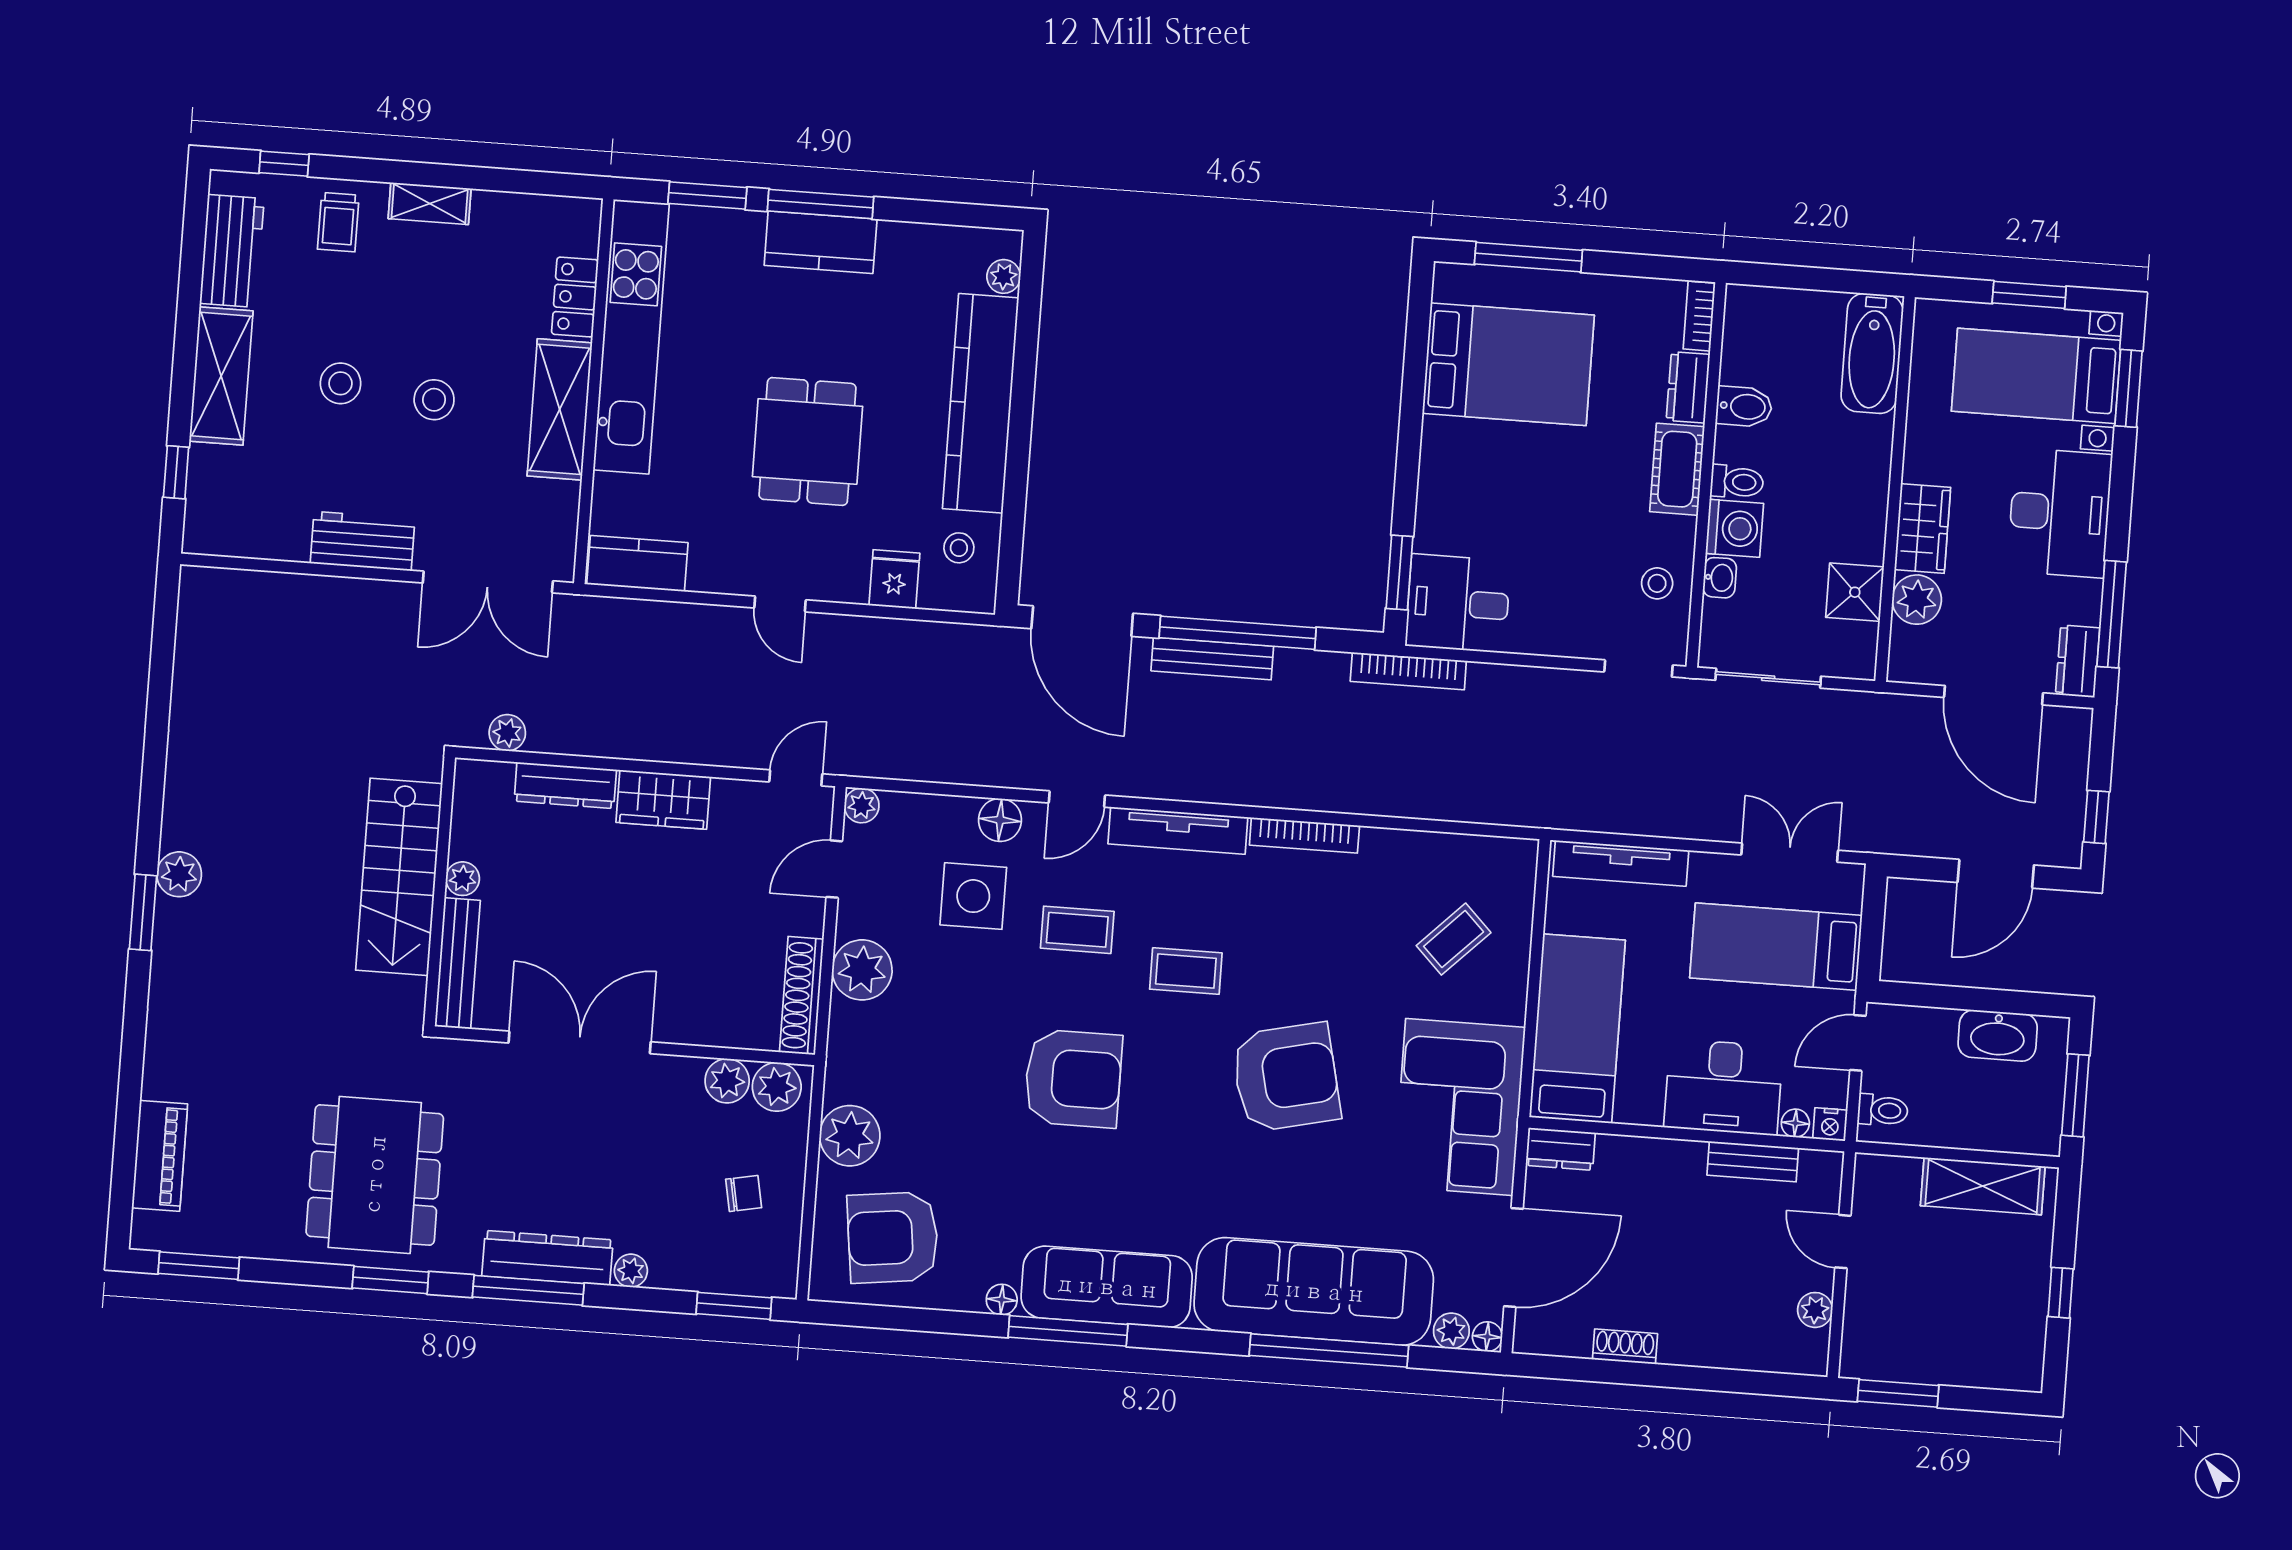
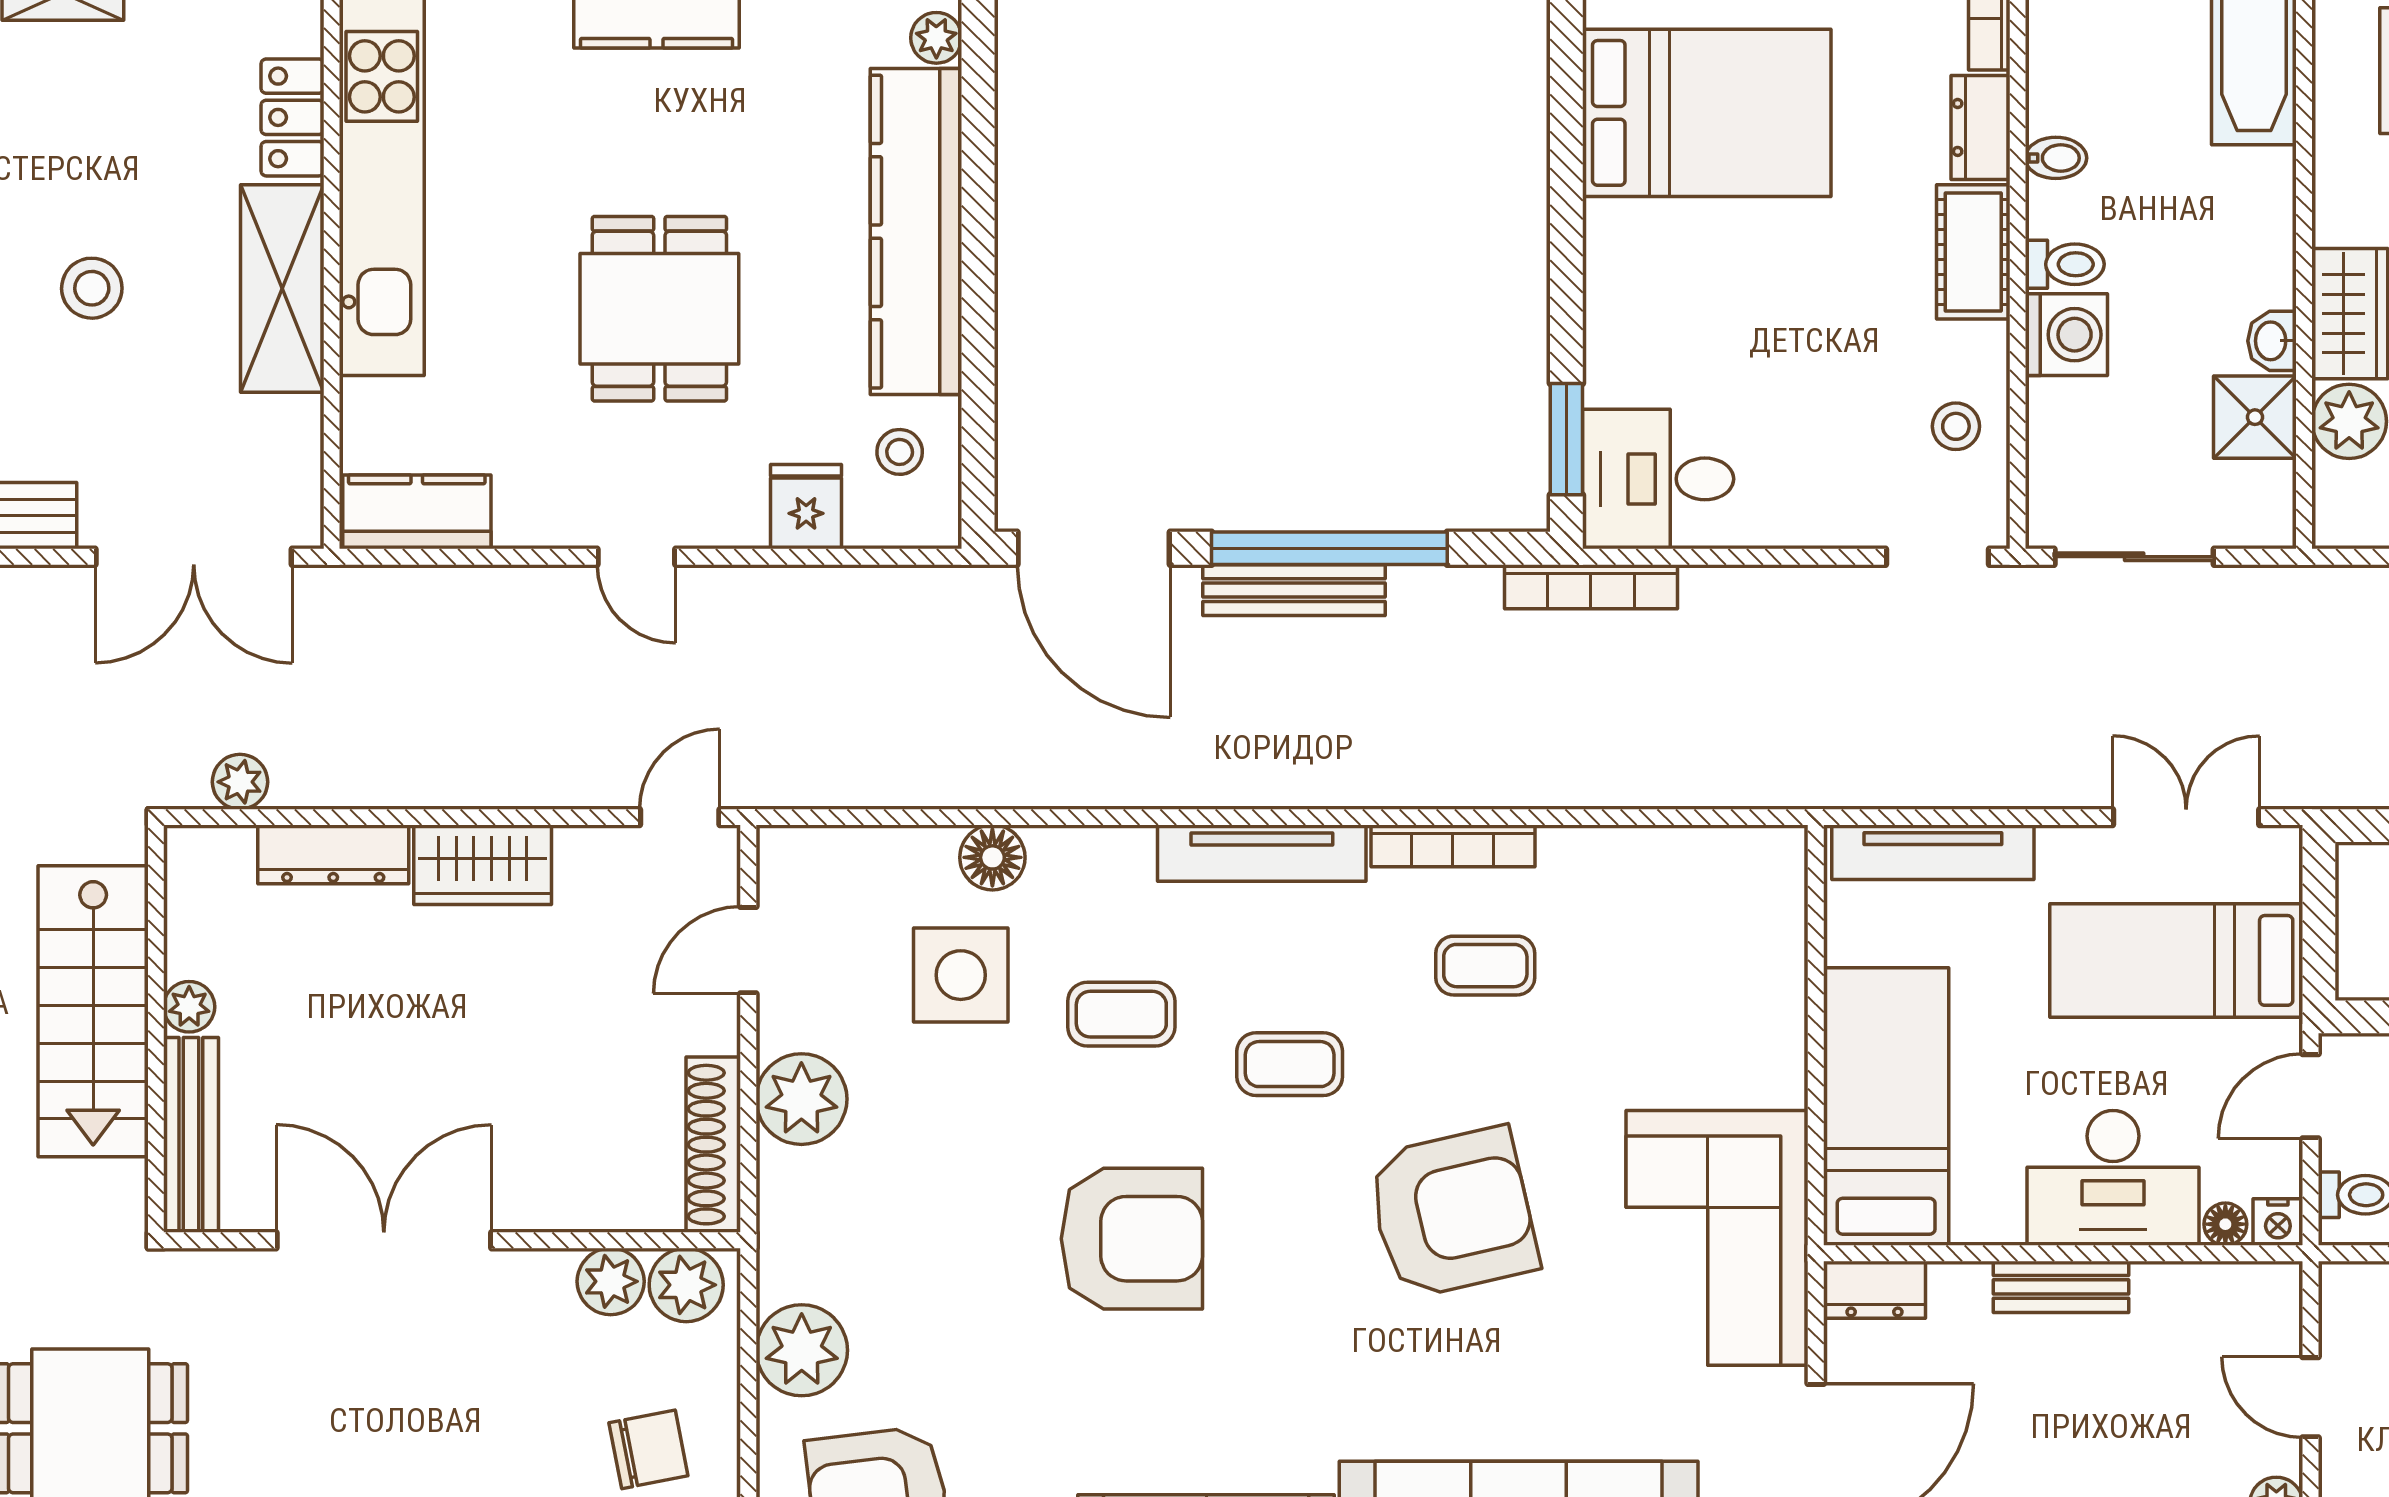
bidet: (1744, 407) -> (2056, 158), width x0.72, depth x0.74
washbasin: (1720, 578) -> (2272, 341), moved, turned 180
door: (1077, 799) -> (1106, 817), removed
plant: (862, 805) -> (782, 851), removed
coffee table: (1454, 939) -> (1485, 966), moved, turned 45
bench: (1753, 1162) -> (2061, 1287), moved
chair: (744, 1193) -> (648, 1449), width x1.37, depth x1.37

